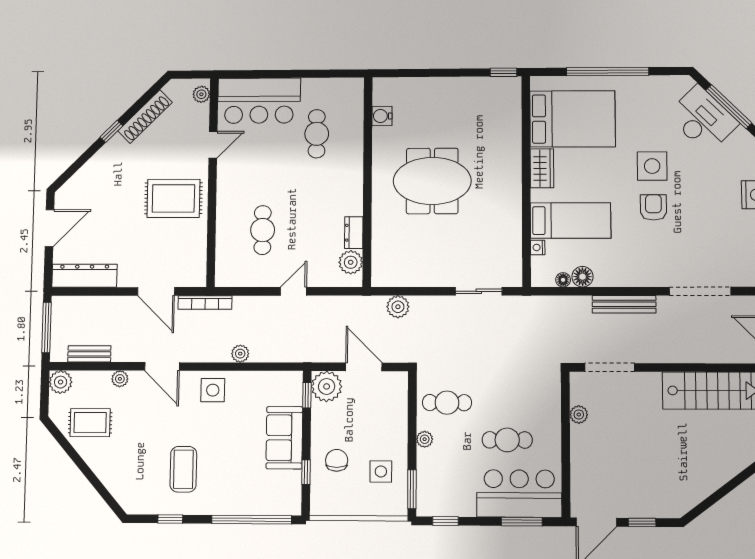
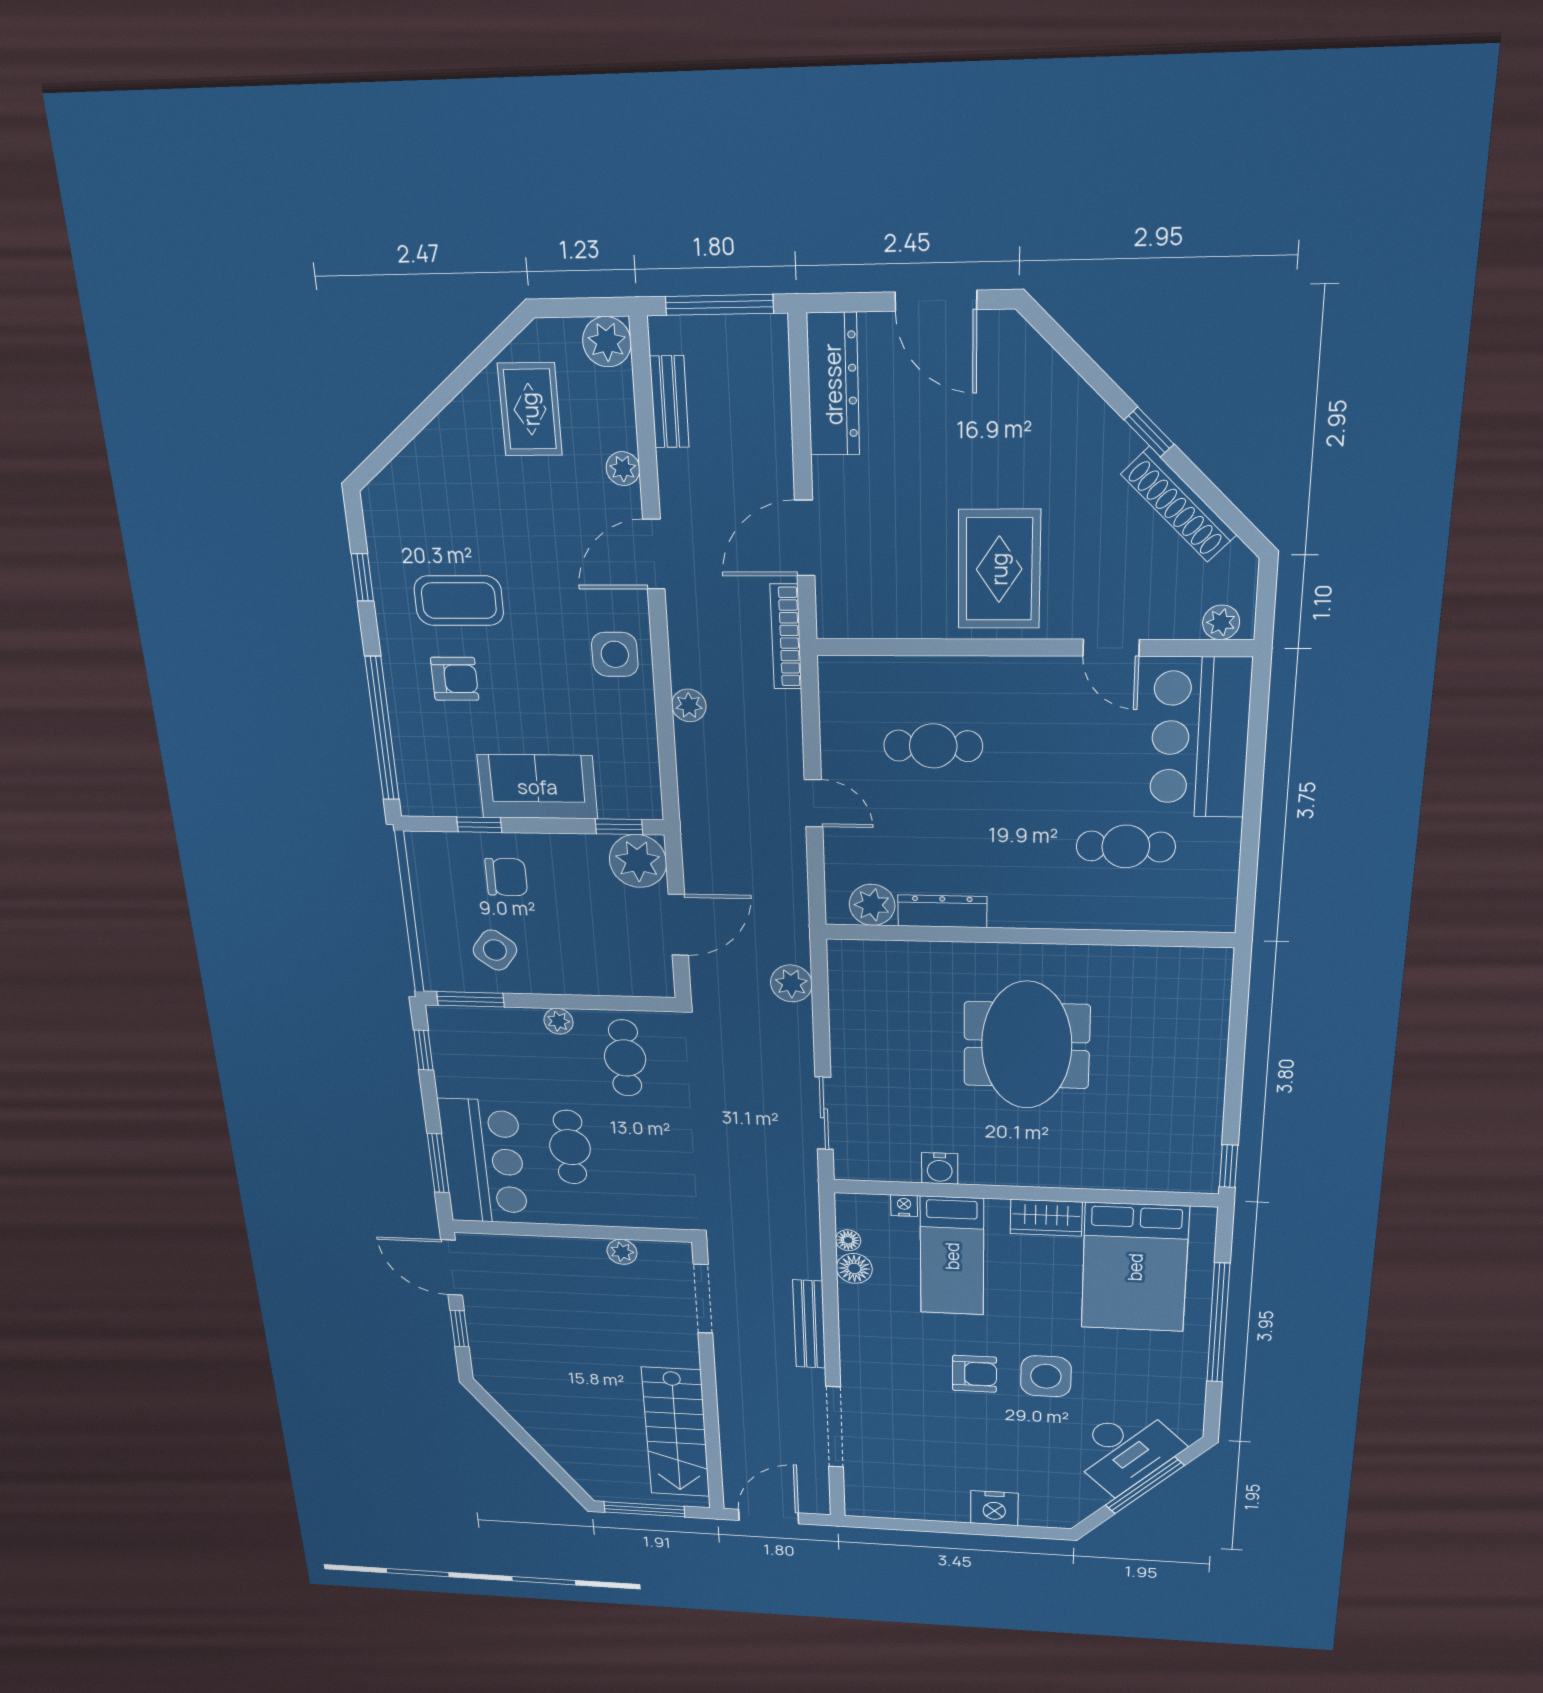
water cooler: (382, 116) -> (940, 1168), moved, turned 180
dresser: (354, 233) -> (942, 911), width x1.44
side table: (381, 471) -> (495, 950), turned 37
armchair: (225, 476) -> (455, 679), added

